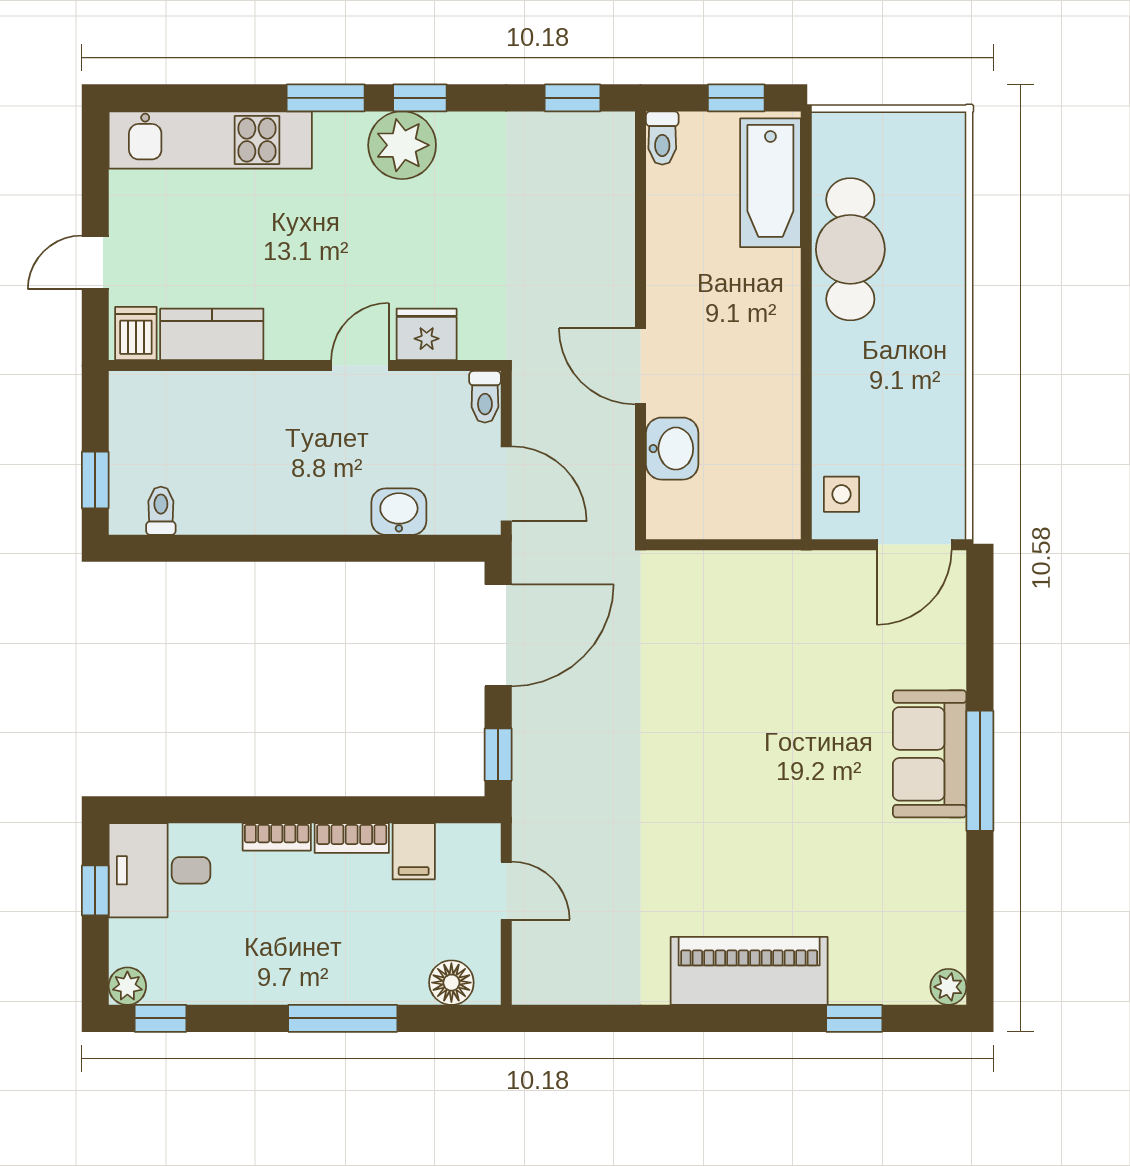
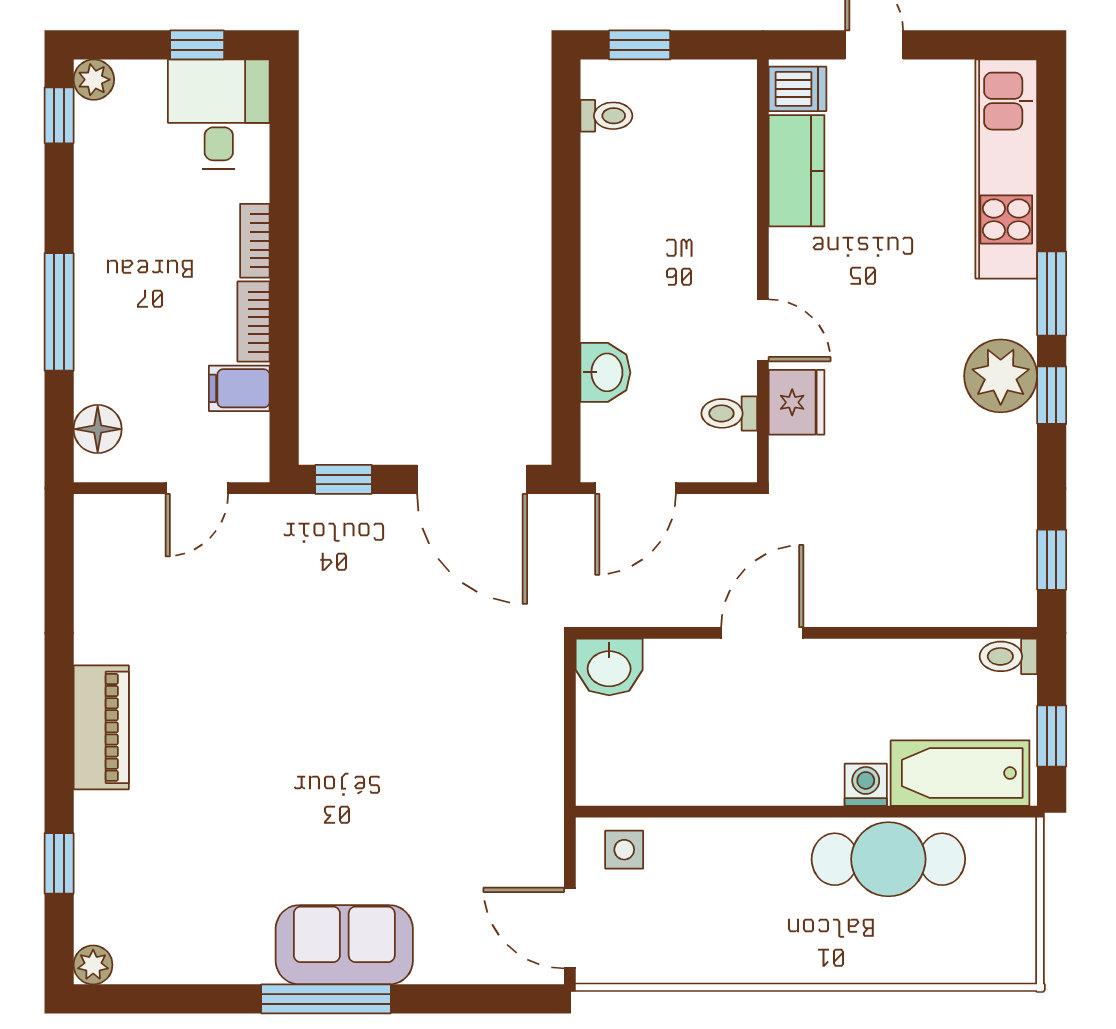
washing machine: (781, 270) -> (866, 785), added
toilet: (485, 397) -> (729, 413), moved
washbasin: (672, 449) -> (609, 667), moved
piano: (749, 971) -> (101, 727), width x0.73, depth x0.75

